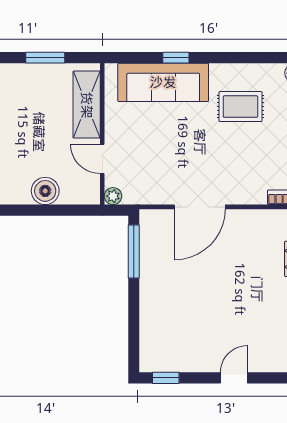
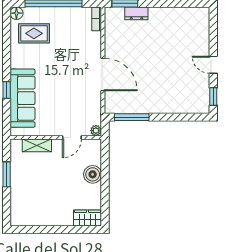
shelving: (87, 105) -> (37, 145), width x0.67, depth x0.75
rug: (240, 107) -> (34, 33), moved, turned 90
door: (234, 378) -> (213, 65), moved

